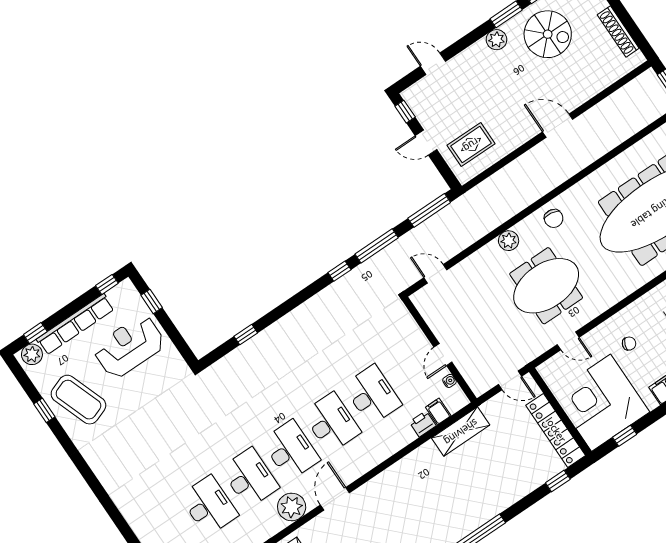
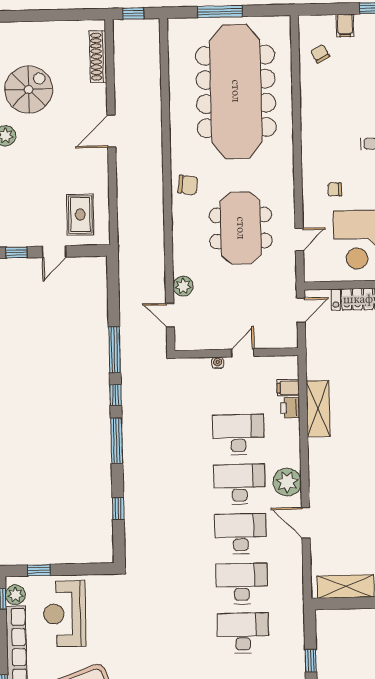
shoe rack: (618, 32) -> (98, 57), moved, turned 90
window: (429, 210) -> (117, 441), moved
plant: (509, 241) -> (183, 286), moved
door: (435, 274) -> (170, 315), hinge flipped
plant: (119, 295) -> (15, 595), added
chair: (629, 344) -> (335, 189), turned -111
door: (443, 355) -> (243, 353), swing flipped
water cooler: (449, 381) -> (218, 363), moved
shelving: (461, 432) -> (318, 409), moved
plant: (292, 507) -> (287, 482), moved

